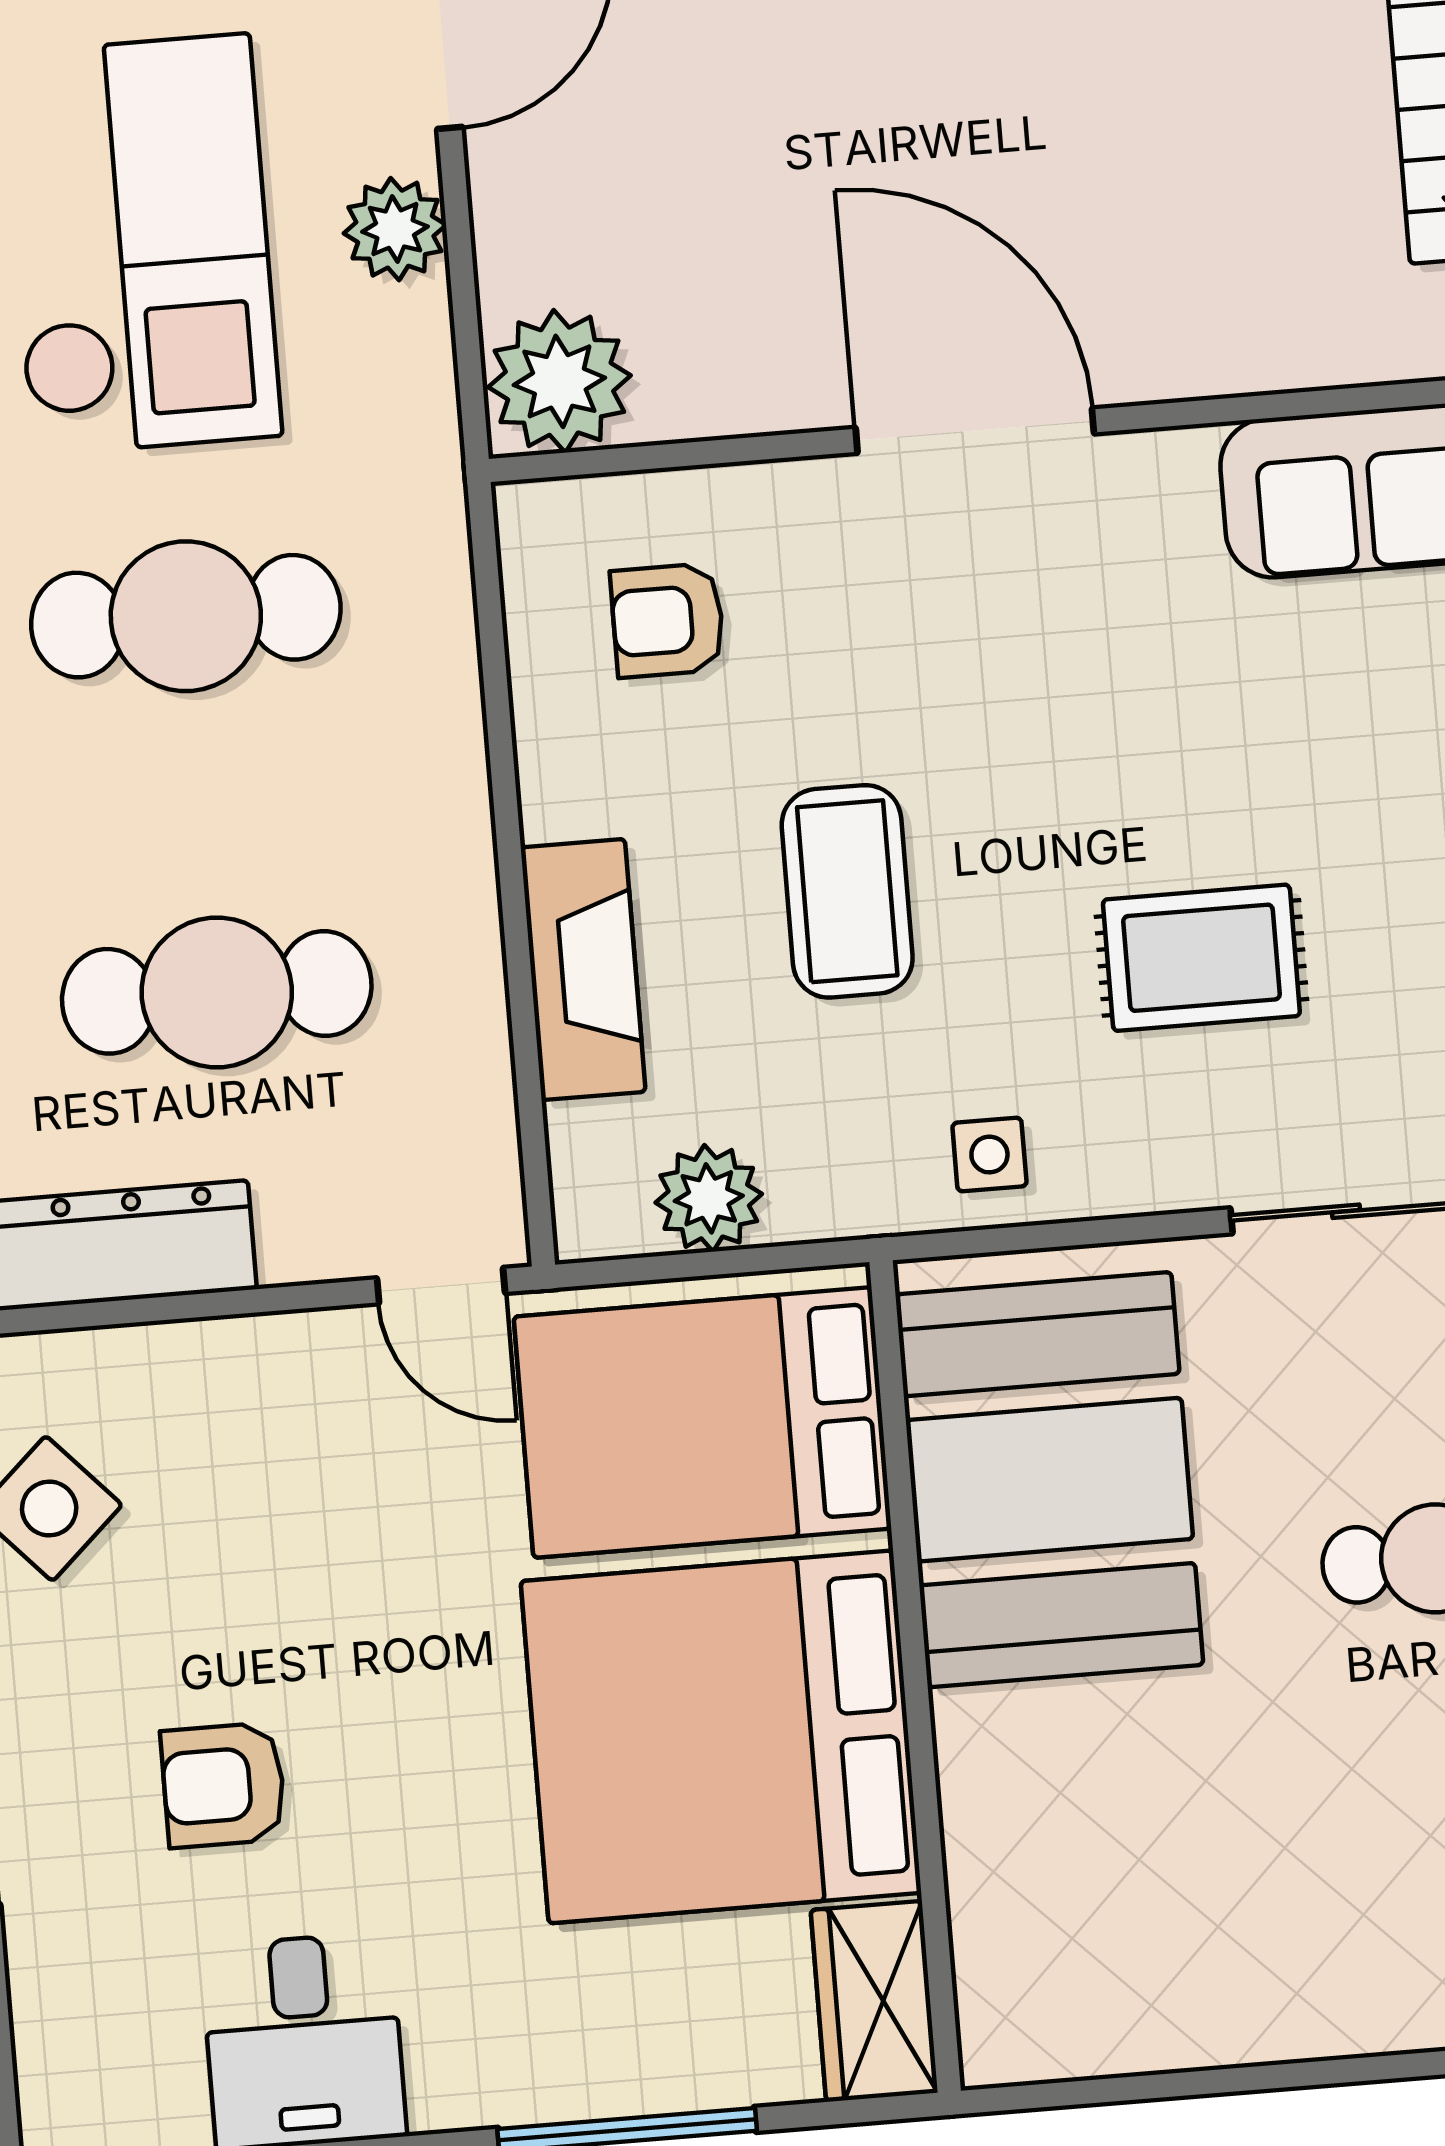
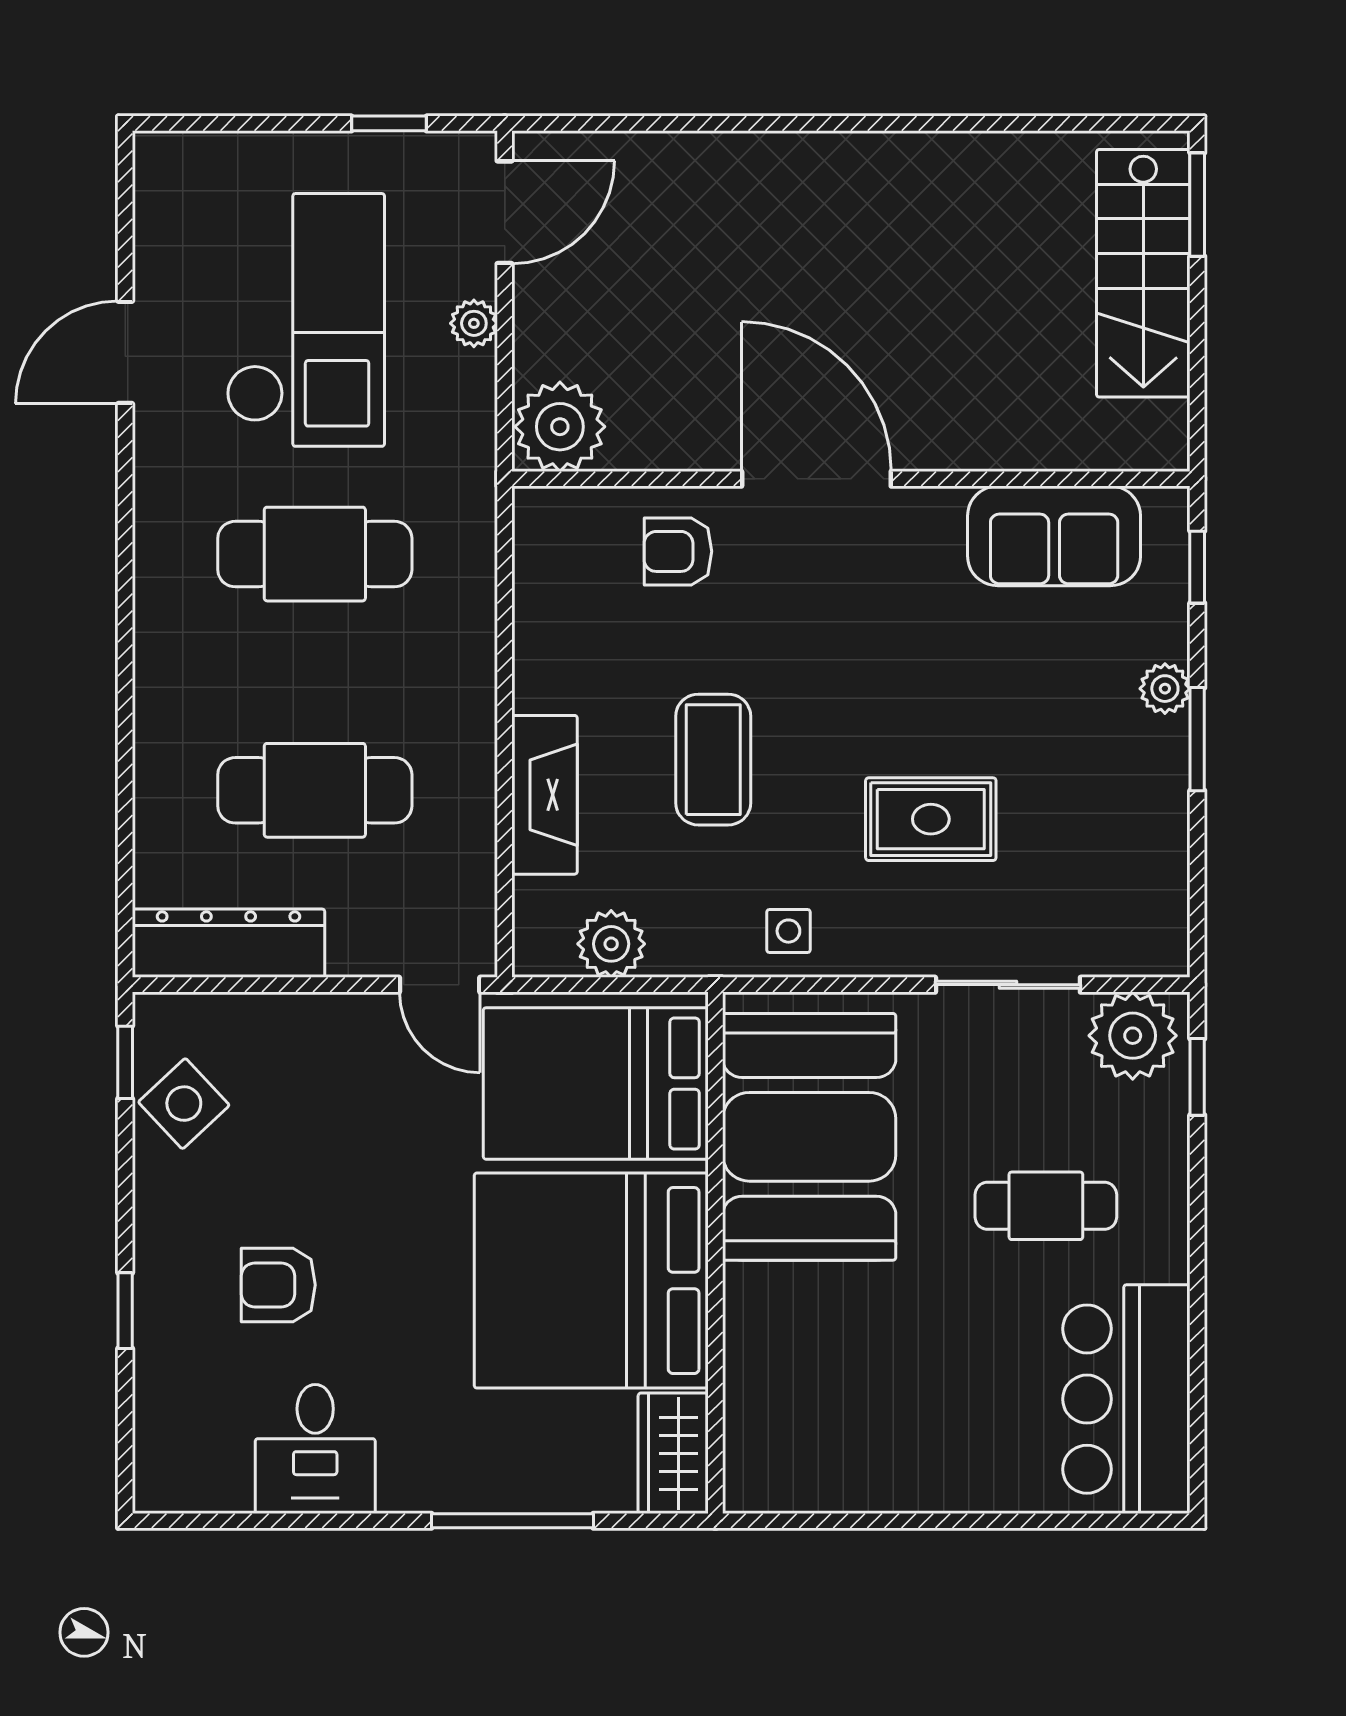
plant: (395, 229) -> (474, 323), width x0.73, depth x0.73
armchair: (668, 620) -> (678, 551), moved

